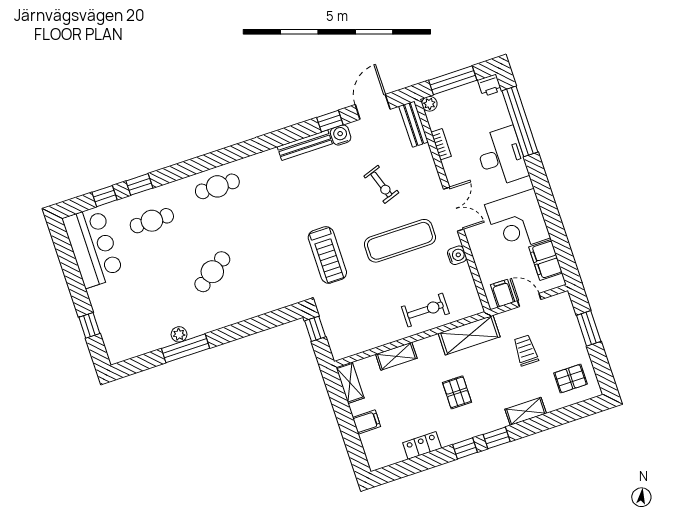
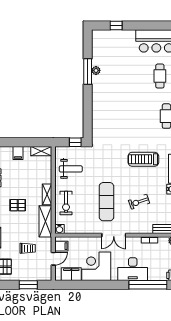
treadmill: (327, 255) -> (143, 159), moved
water cooler: (457, 255) -> (59, 229), moved
cafe table: (212, 272) -> (123, 99), removed
weight bench: (364, 321) -> (71, 169), added
shelving: (396, 356) -> (47, 194), moved

